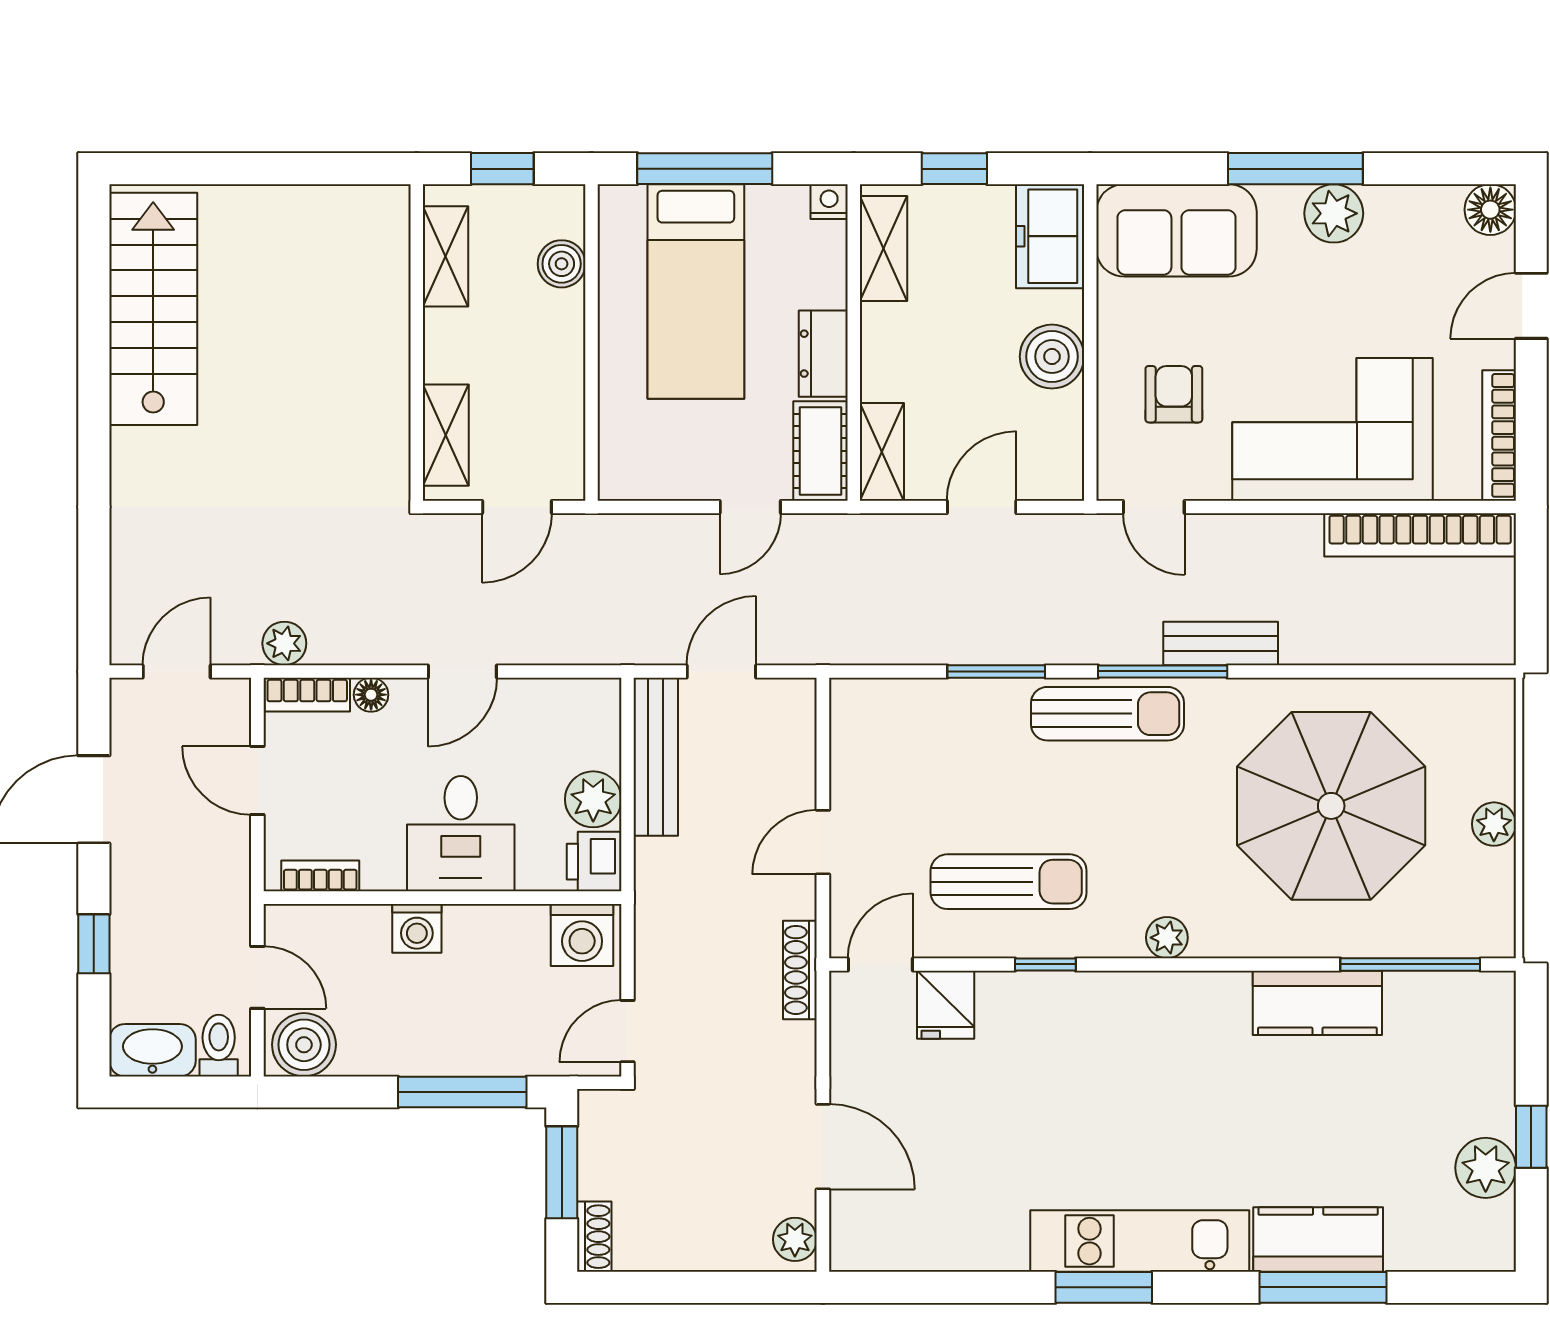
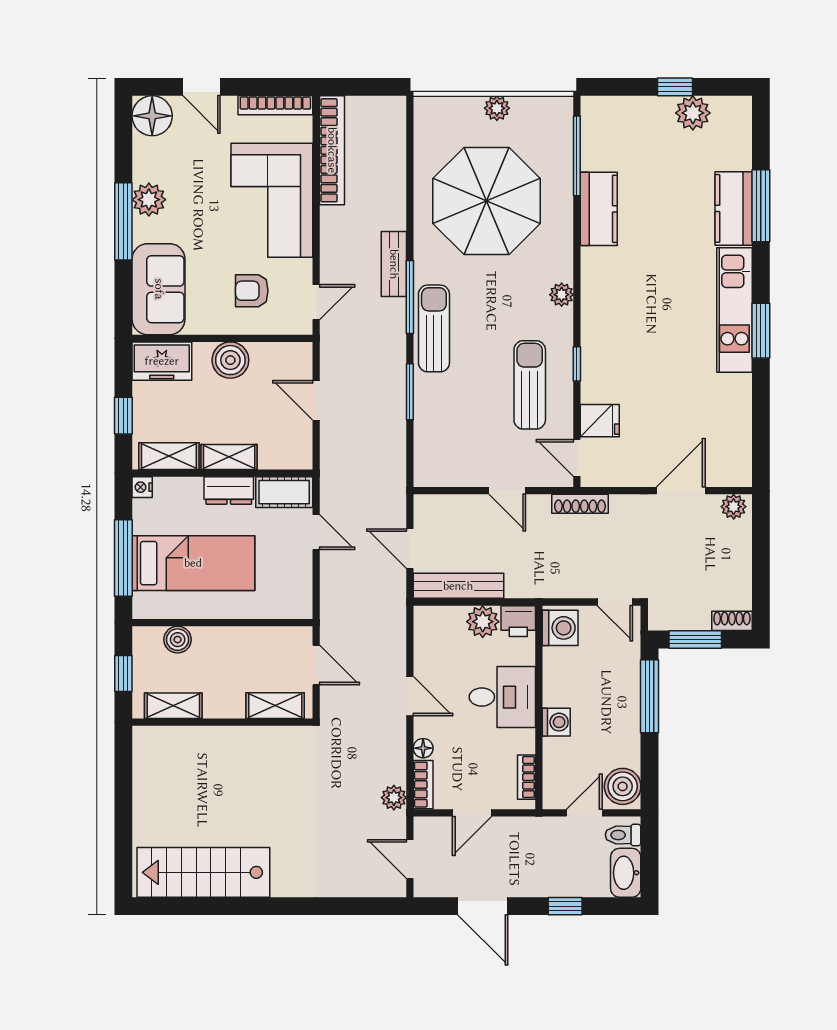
floor lamp: (1490, 210) -> (152, 116), width x1.38, depth x1.38
shelving: (882, 452) -> (229, 457), moved

